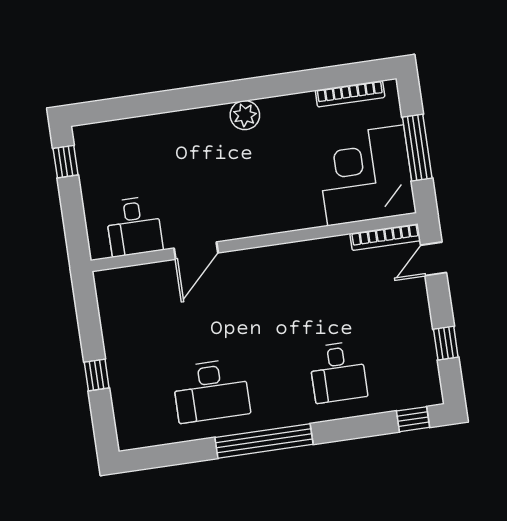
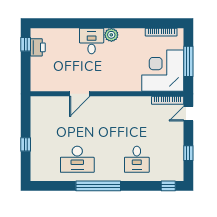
printer: (92, 165) -> (38, 47), added
desk: (134, 226) -> (92, 41), moved, turned 180

